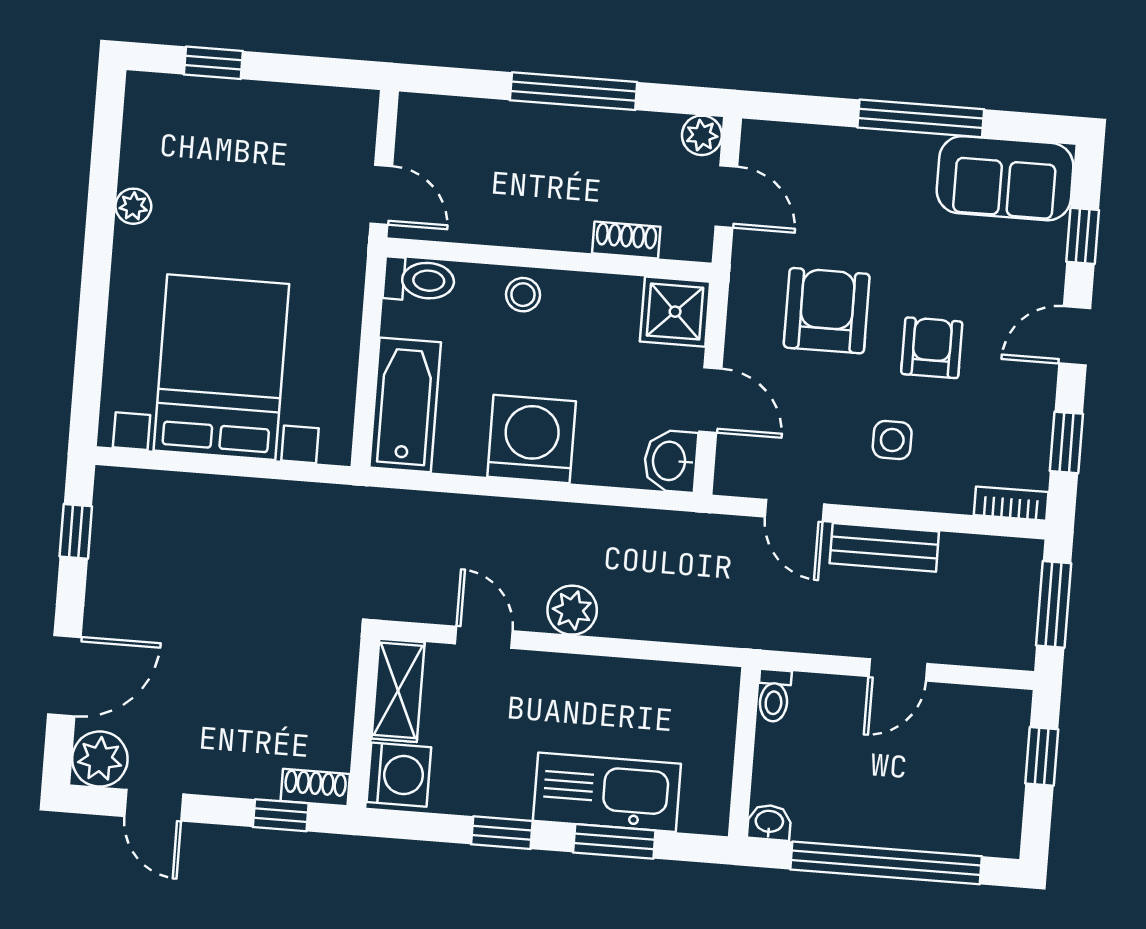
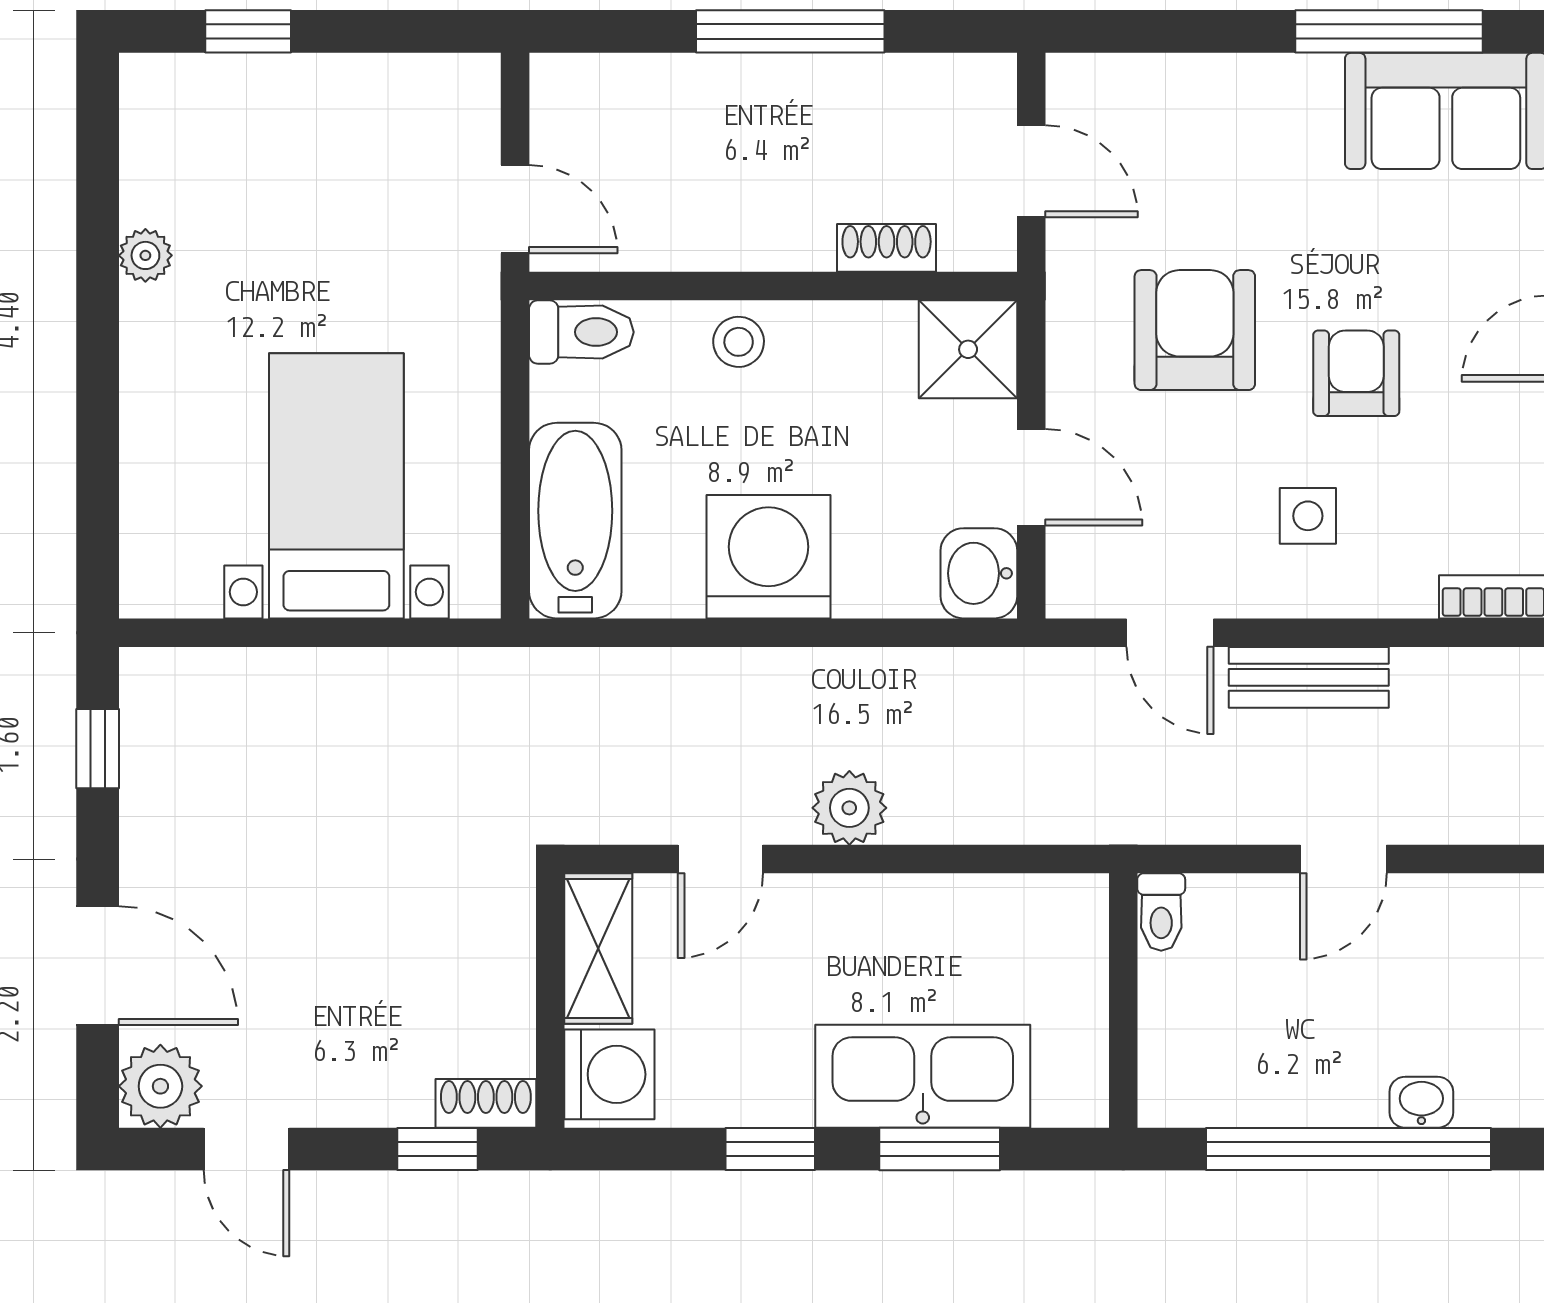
window: (921, 118) -> (1389, 31), moved
plant: (702, 135) -> (987, 82), removed
bed with nightstands: (221, 367) -> (336, 486), width x0.73
door: (484, 637) -> (720, 859), swing flipped
door: (64, 676) -> (98, 966), hinge flipped
washbasin: (769, 822) -> (1421, 1102), moved

